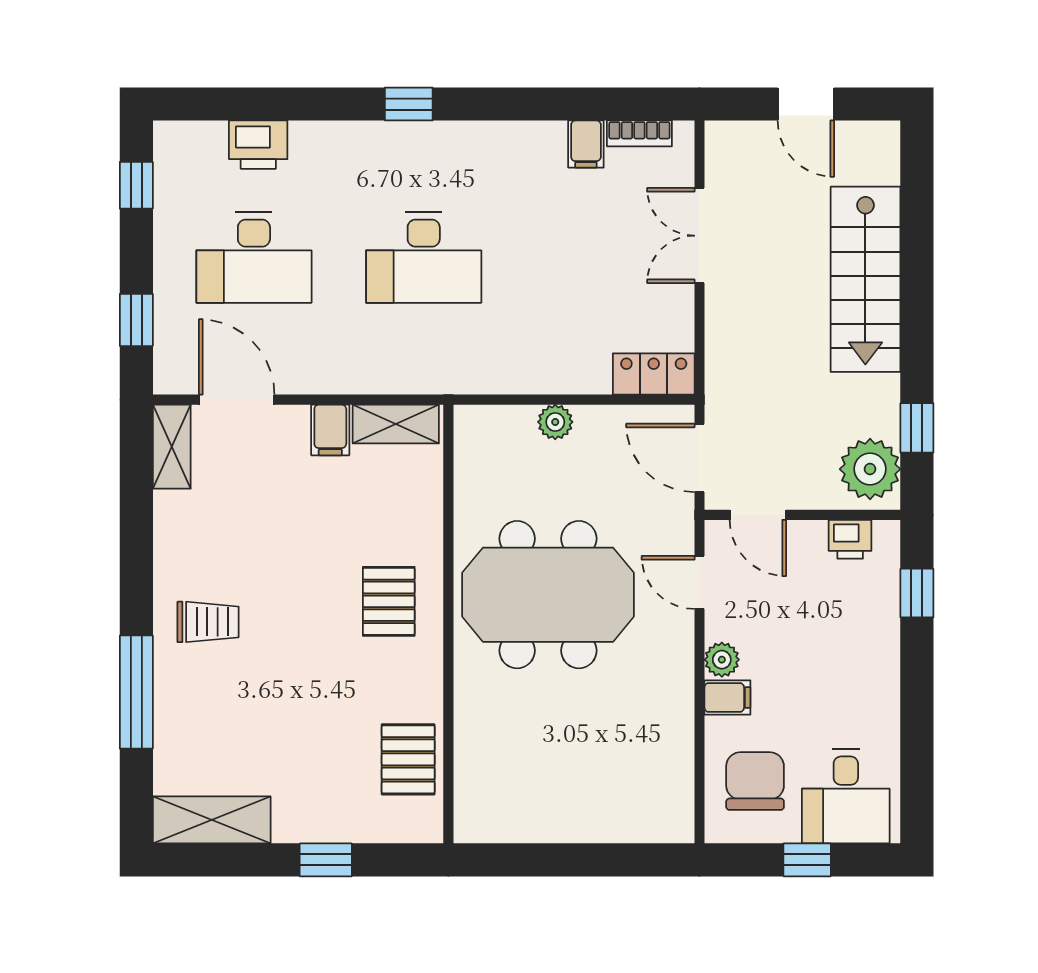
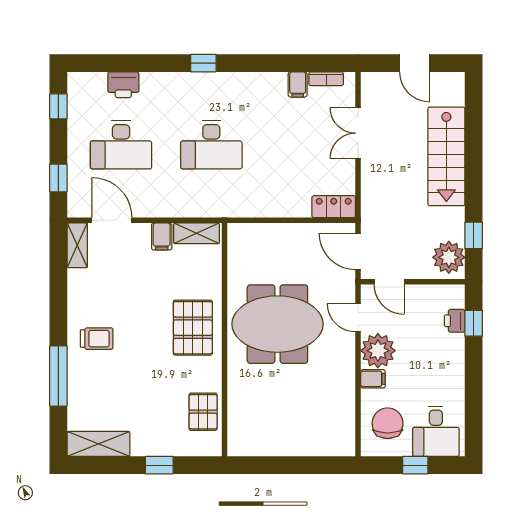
plant: (555, 422) -> (281, 232), removed
printer: (850, 539) -> (455, 321), moved, turned 90
pallet: (389, 601) -> (193, 328), width x1.50, depth x1.42
plant: (722, 660) -> (378, 351), width x1.88, depth x1.88

